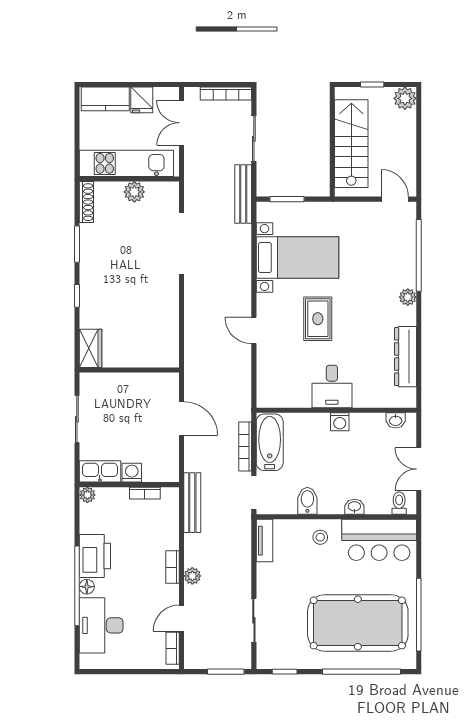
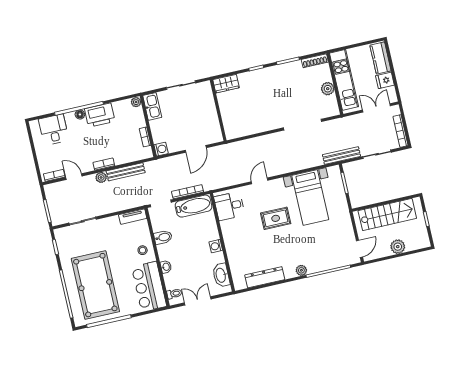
plant: (405, 98) -> (398, 247), moved
desk: (332, 386) -> (229, 206), moved
washbasin: (396, 420) -> (221, 275), width x1.91, depth x1.45
washing machine: (132, 473) -> (161, 149), moved
bench: (192, 503) -> (126, 172), moved
desk: (101, 625) -> (54, 130), width x0.73

